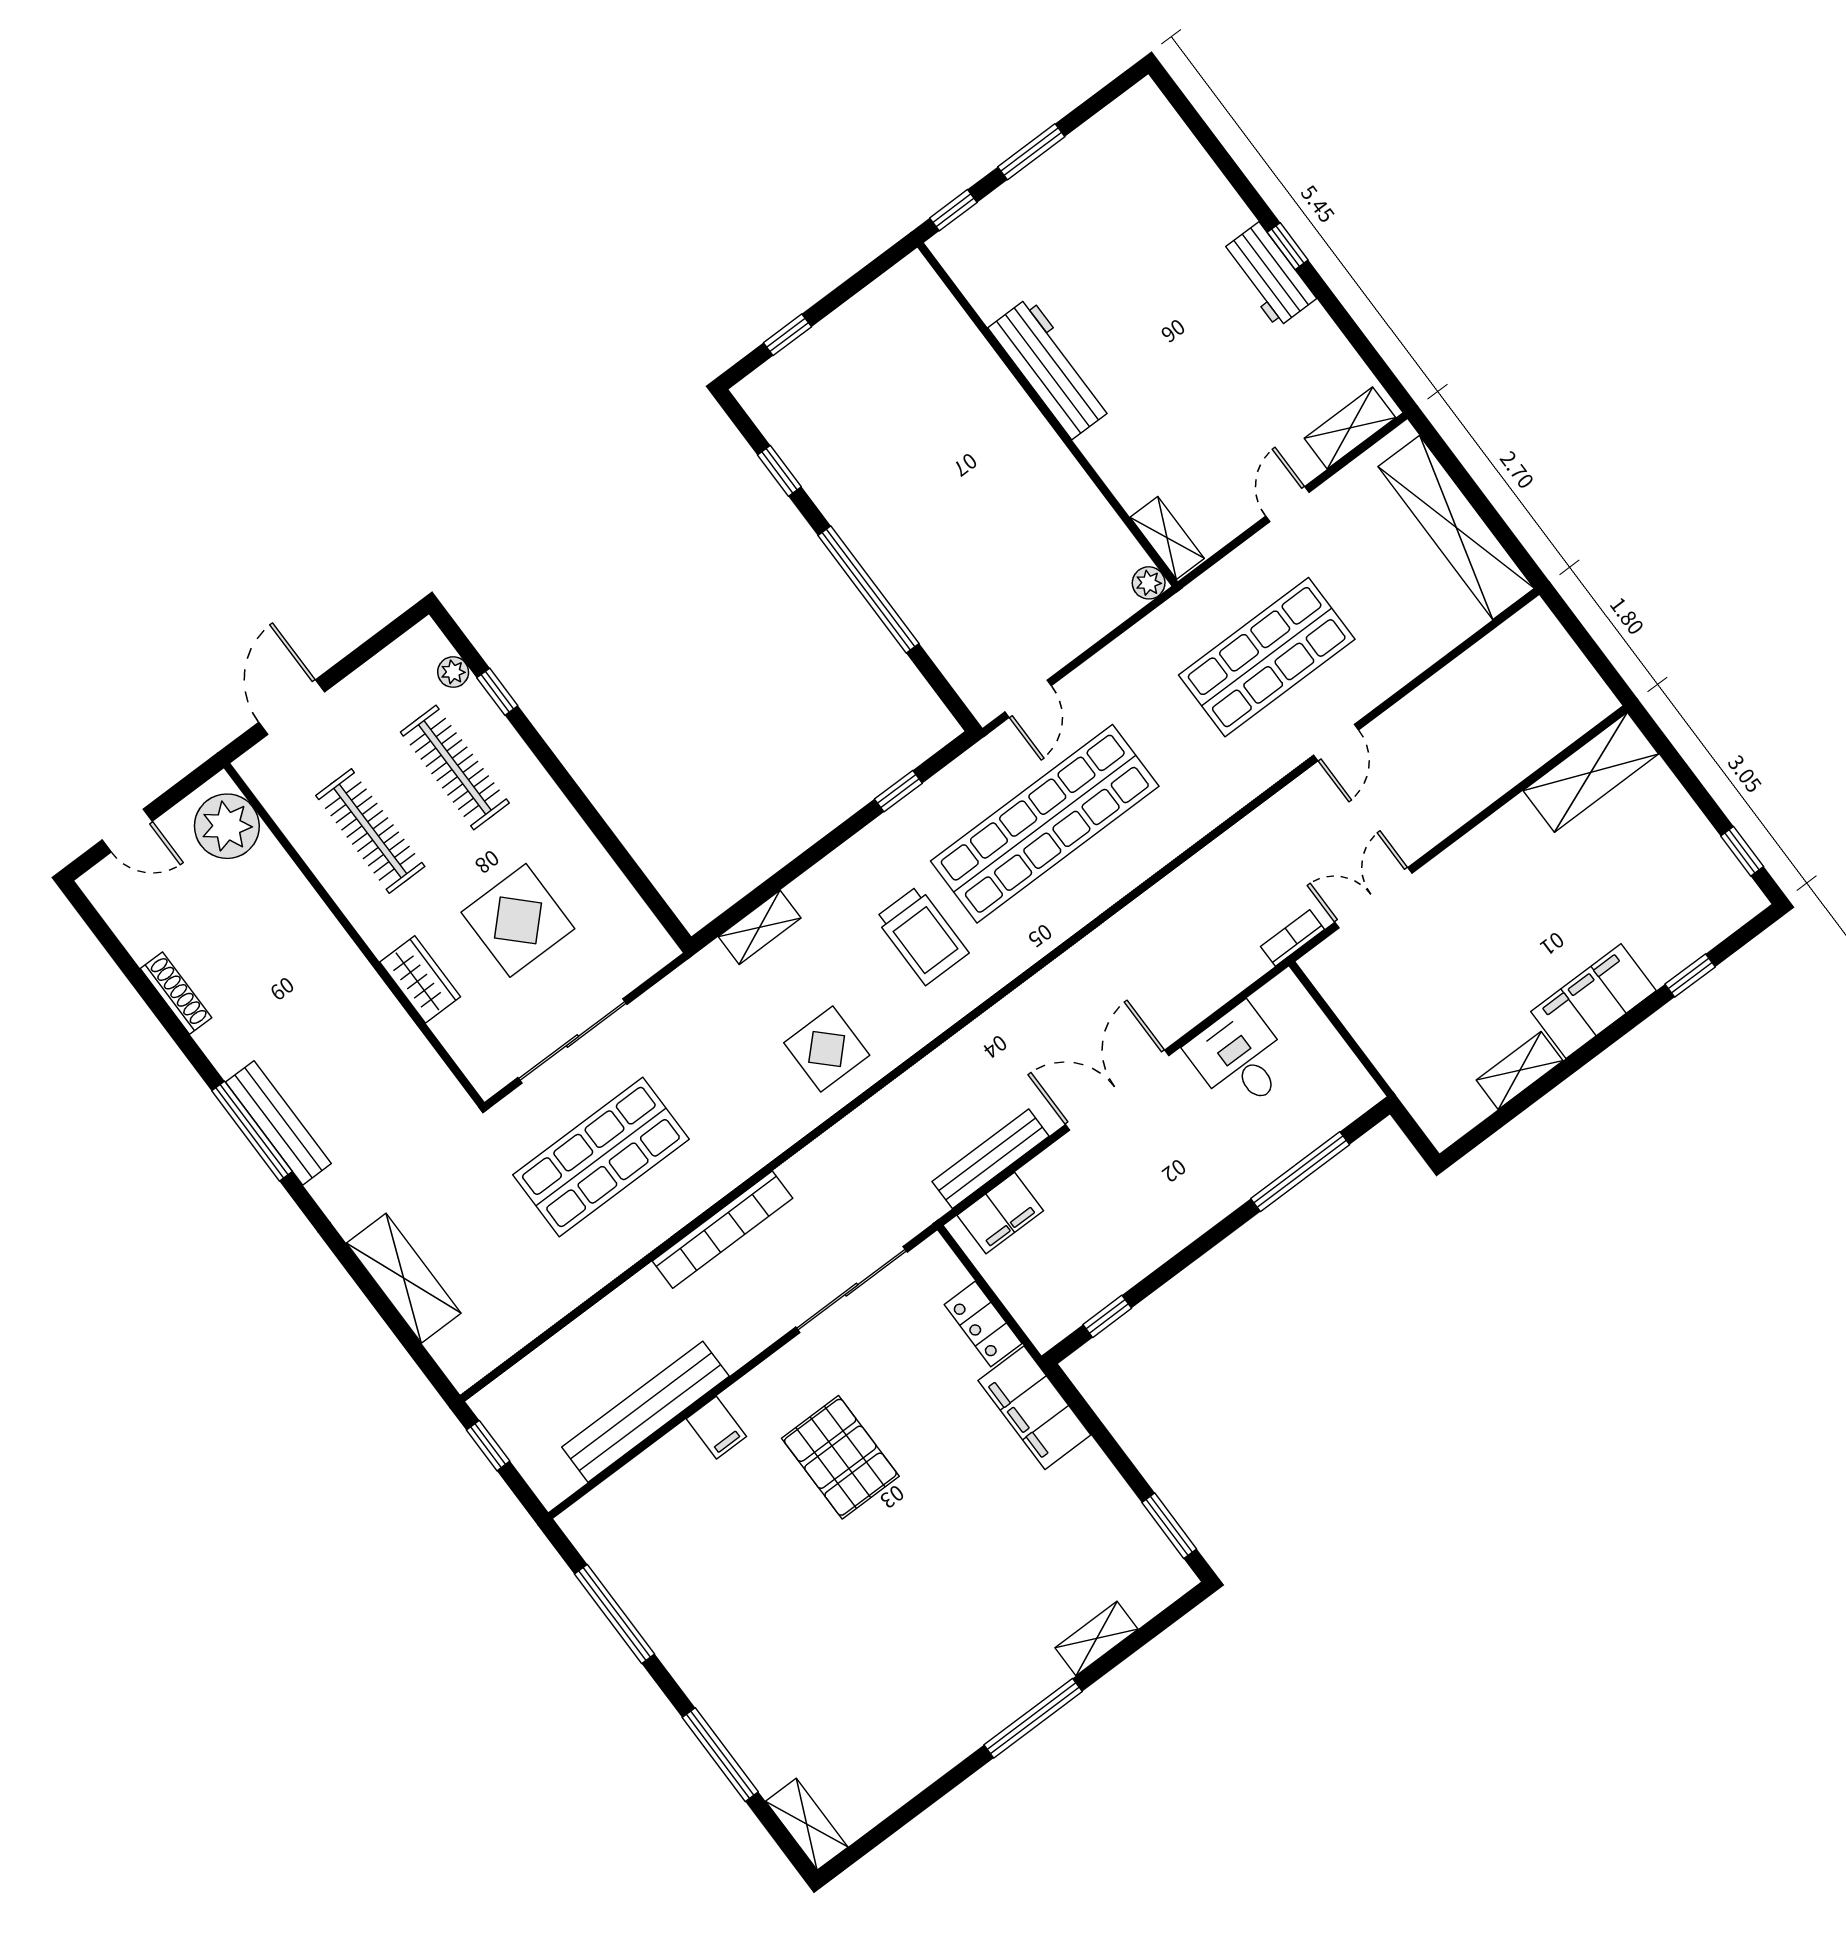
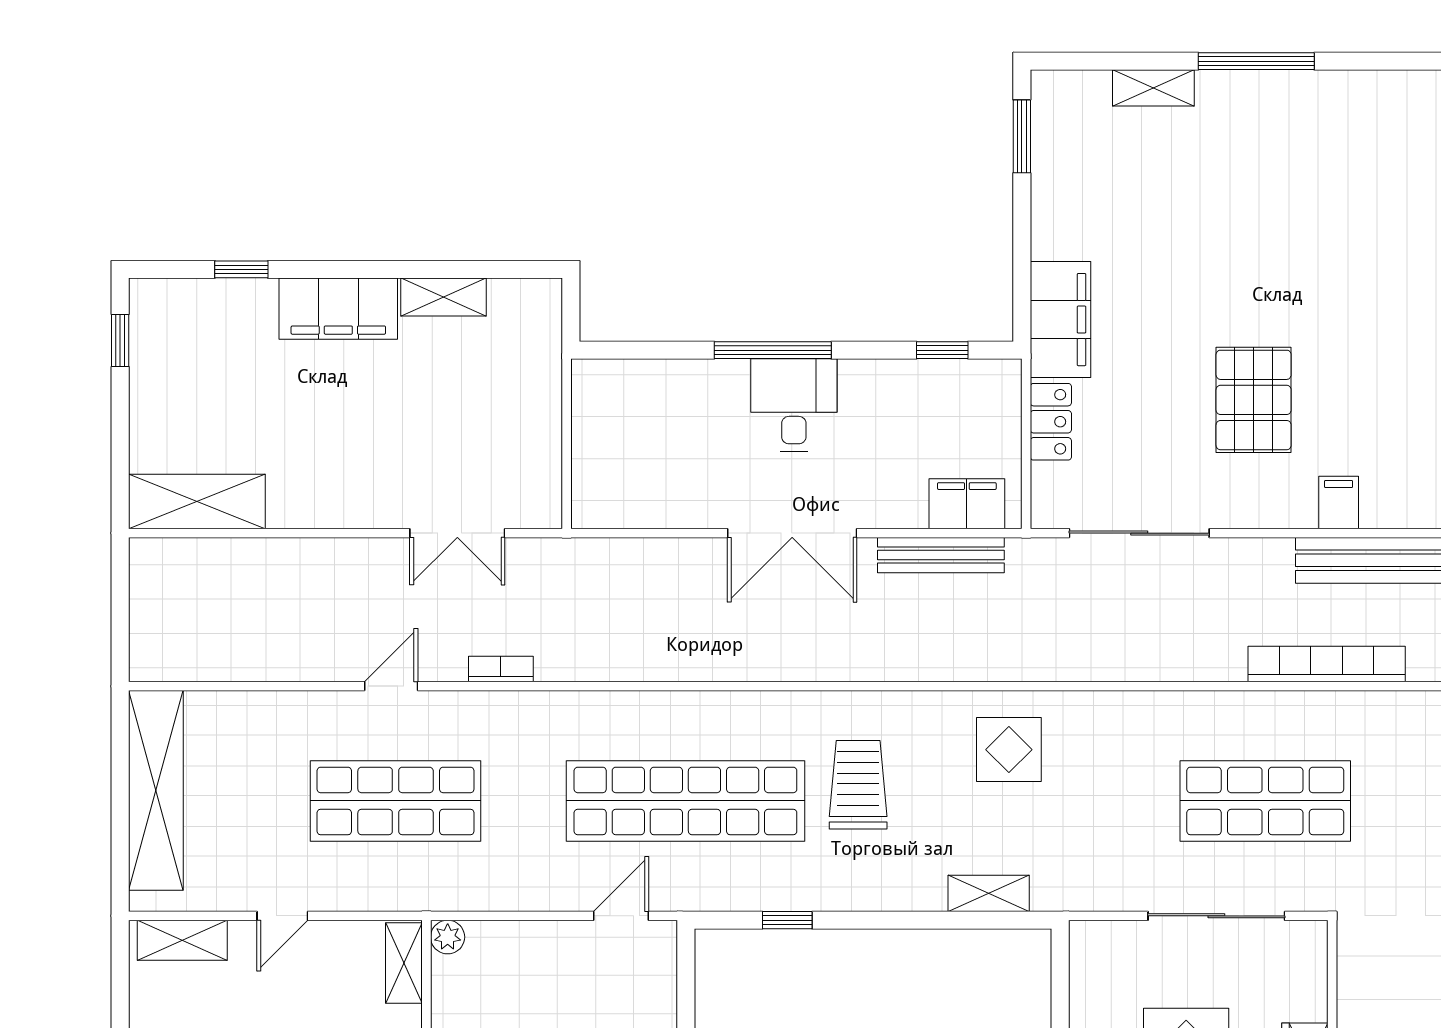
bookcase: (1293, 938) -> (501, 669), moved, turned 180
desk: (1240, 1058) -> (794, 405), moved, turned 180
window: (1300, 1172) -> (773, 350), moved
bookcase: (723, 1230) -> (1327, 664), moved

